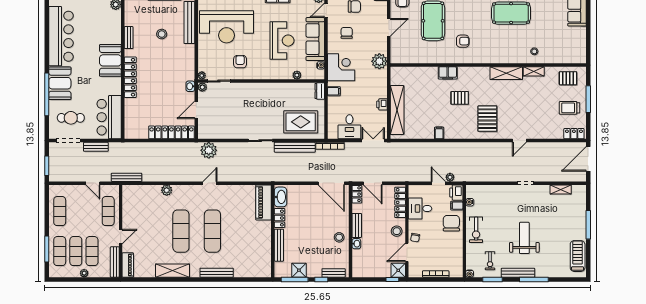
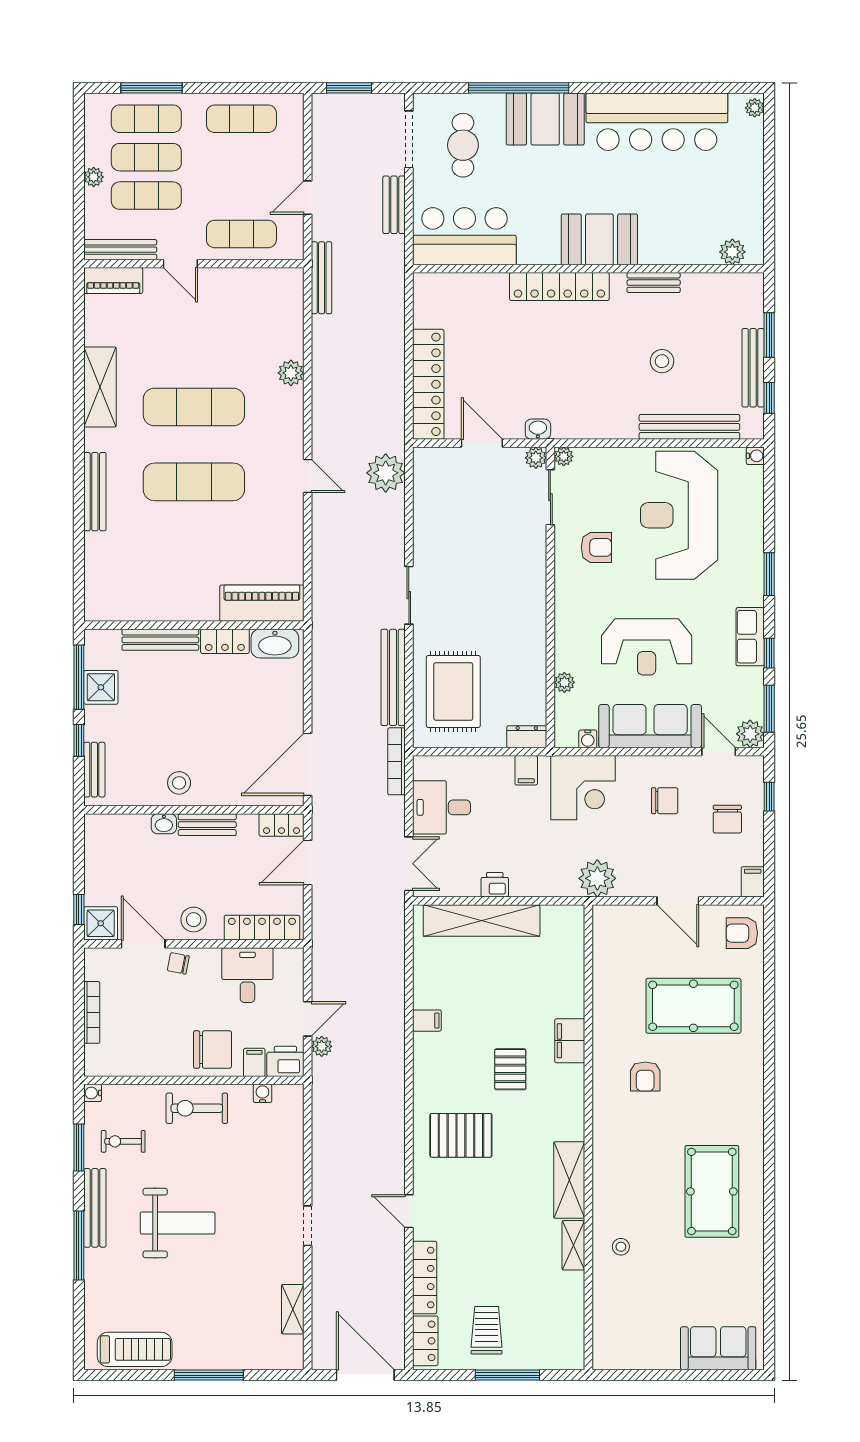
pallet: (568, 78) -> (557, 1327), removed
locker: (547, 134) -> (425, 1277), added

